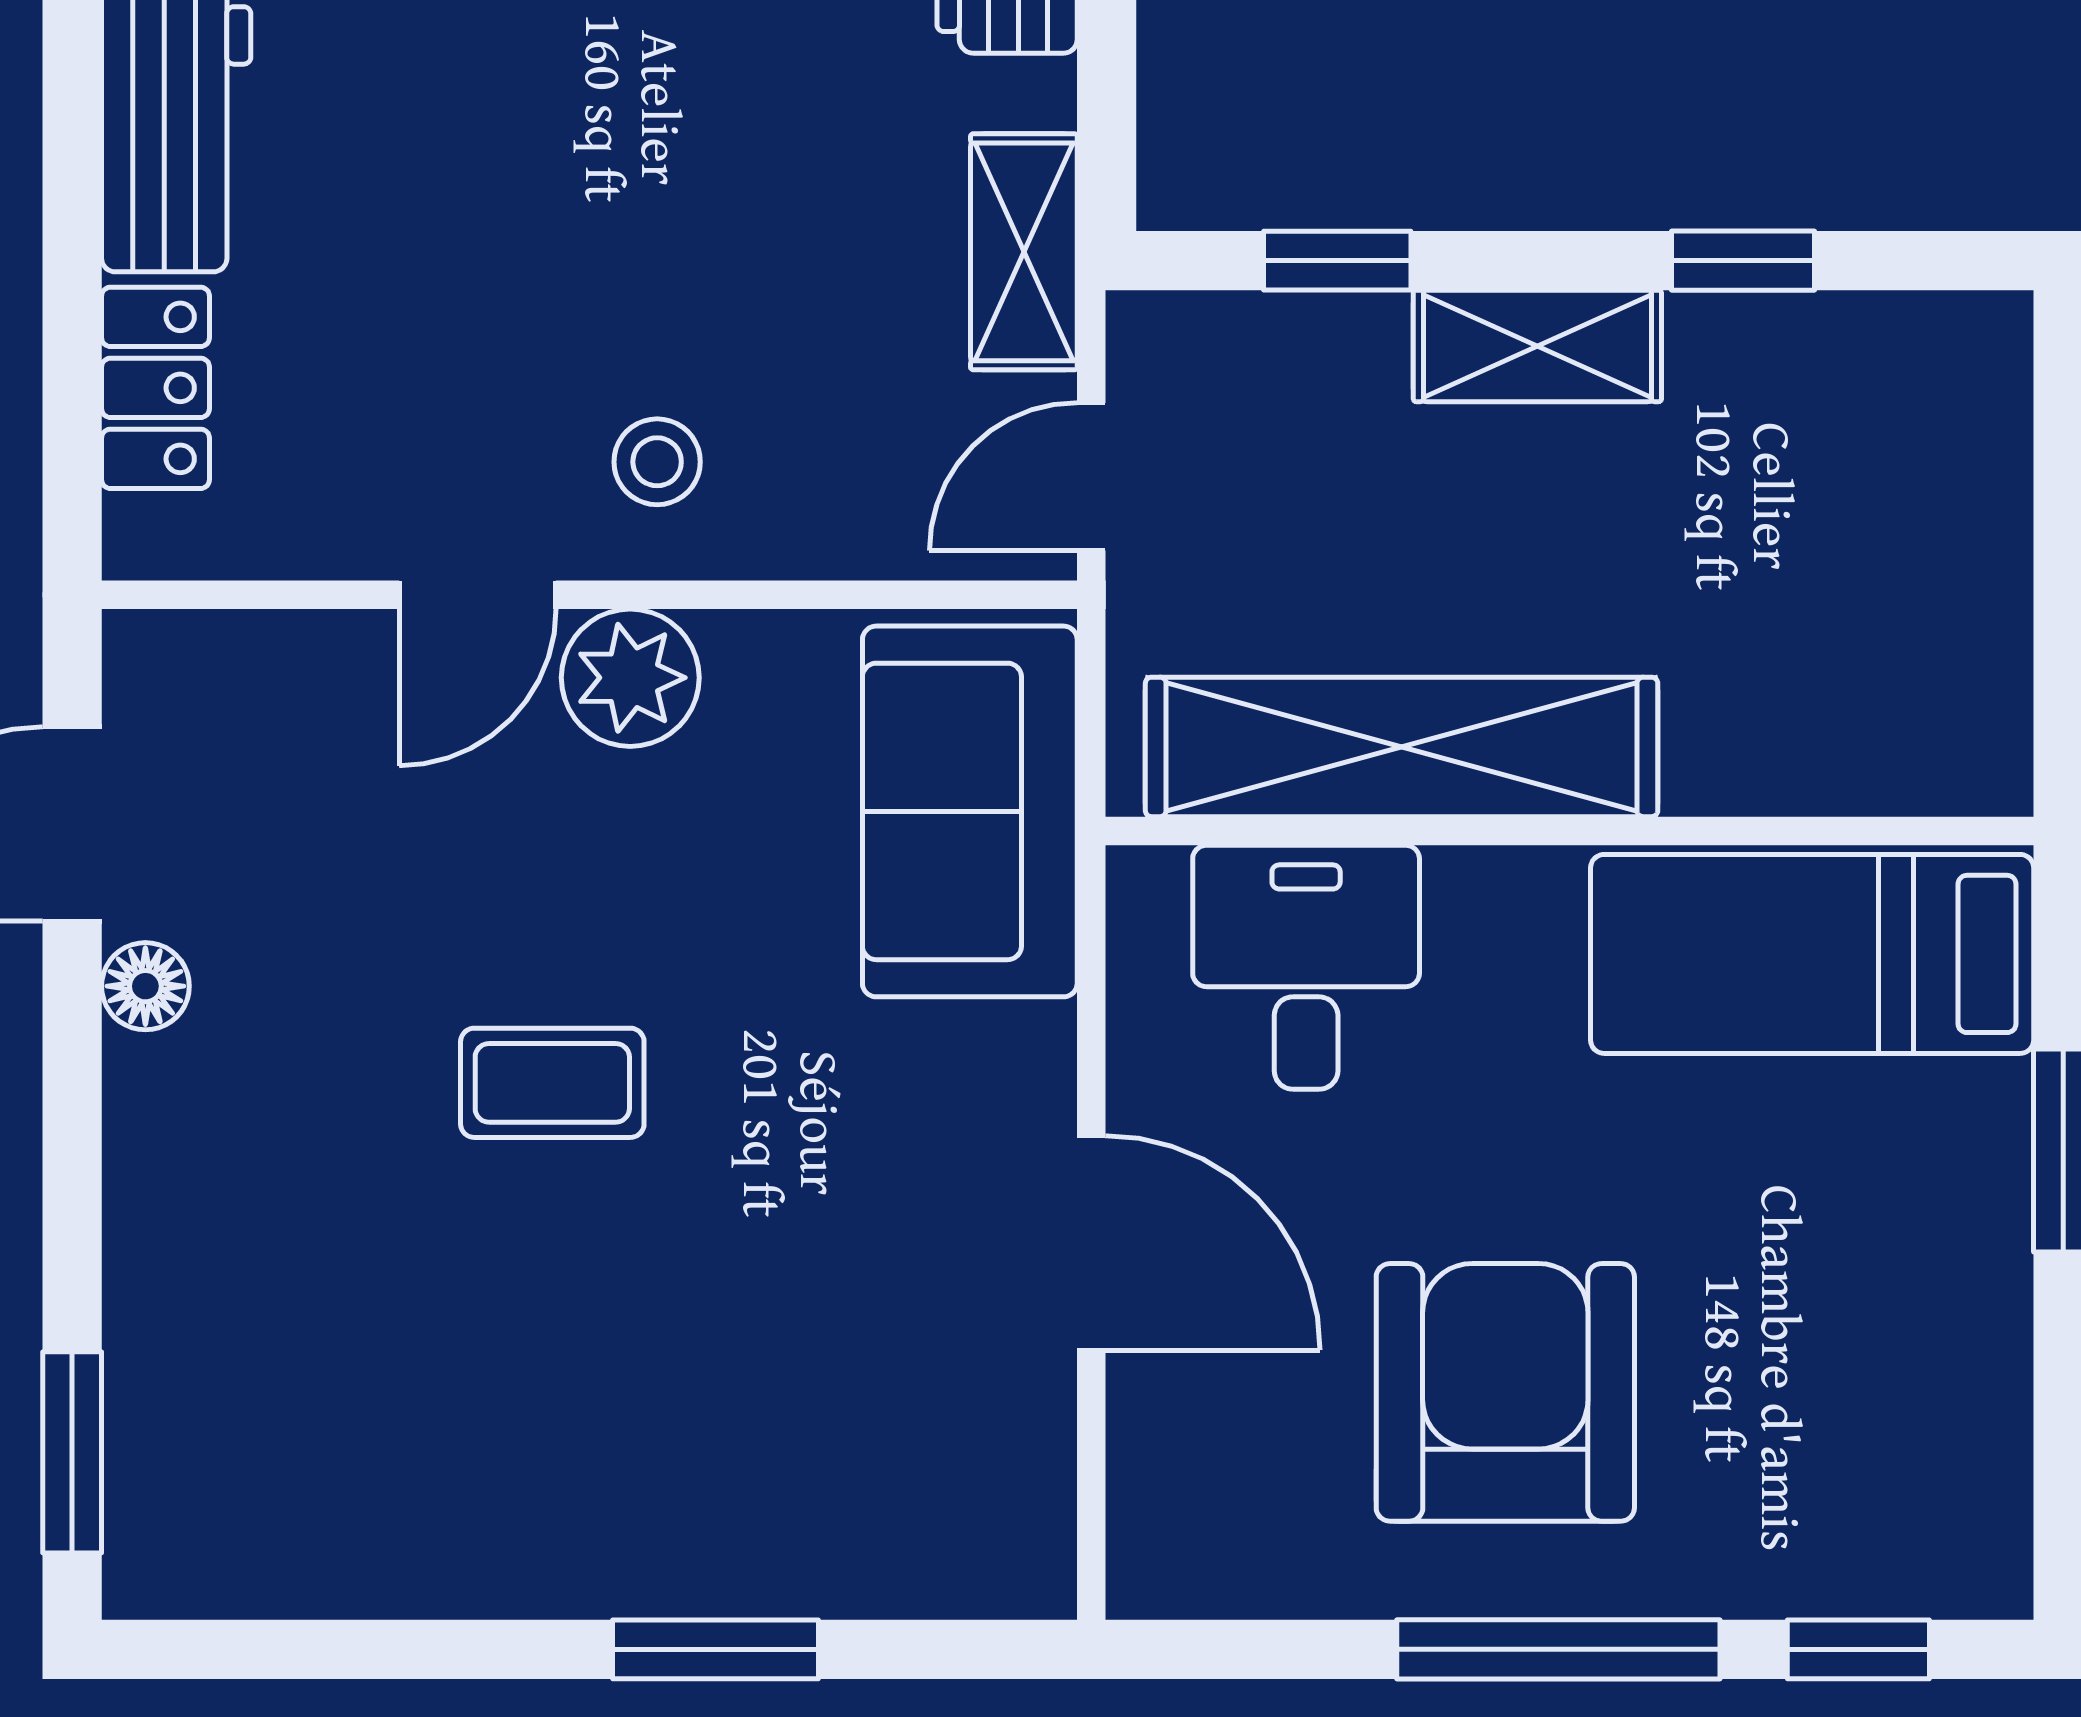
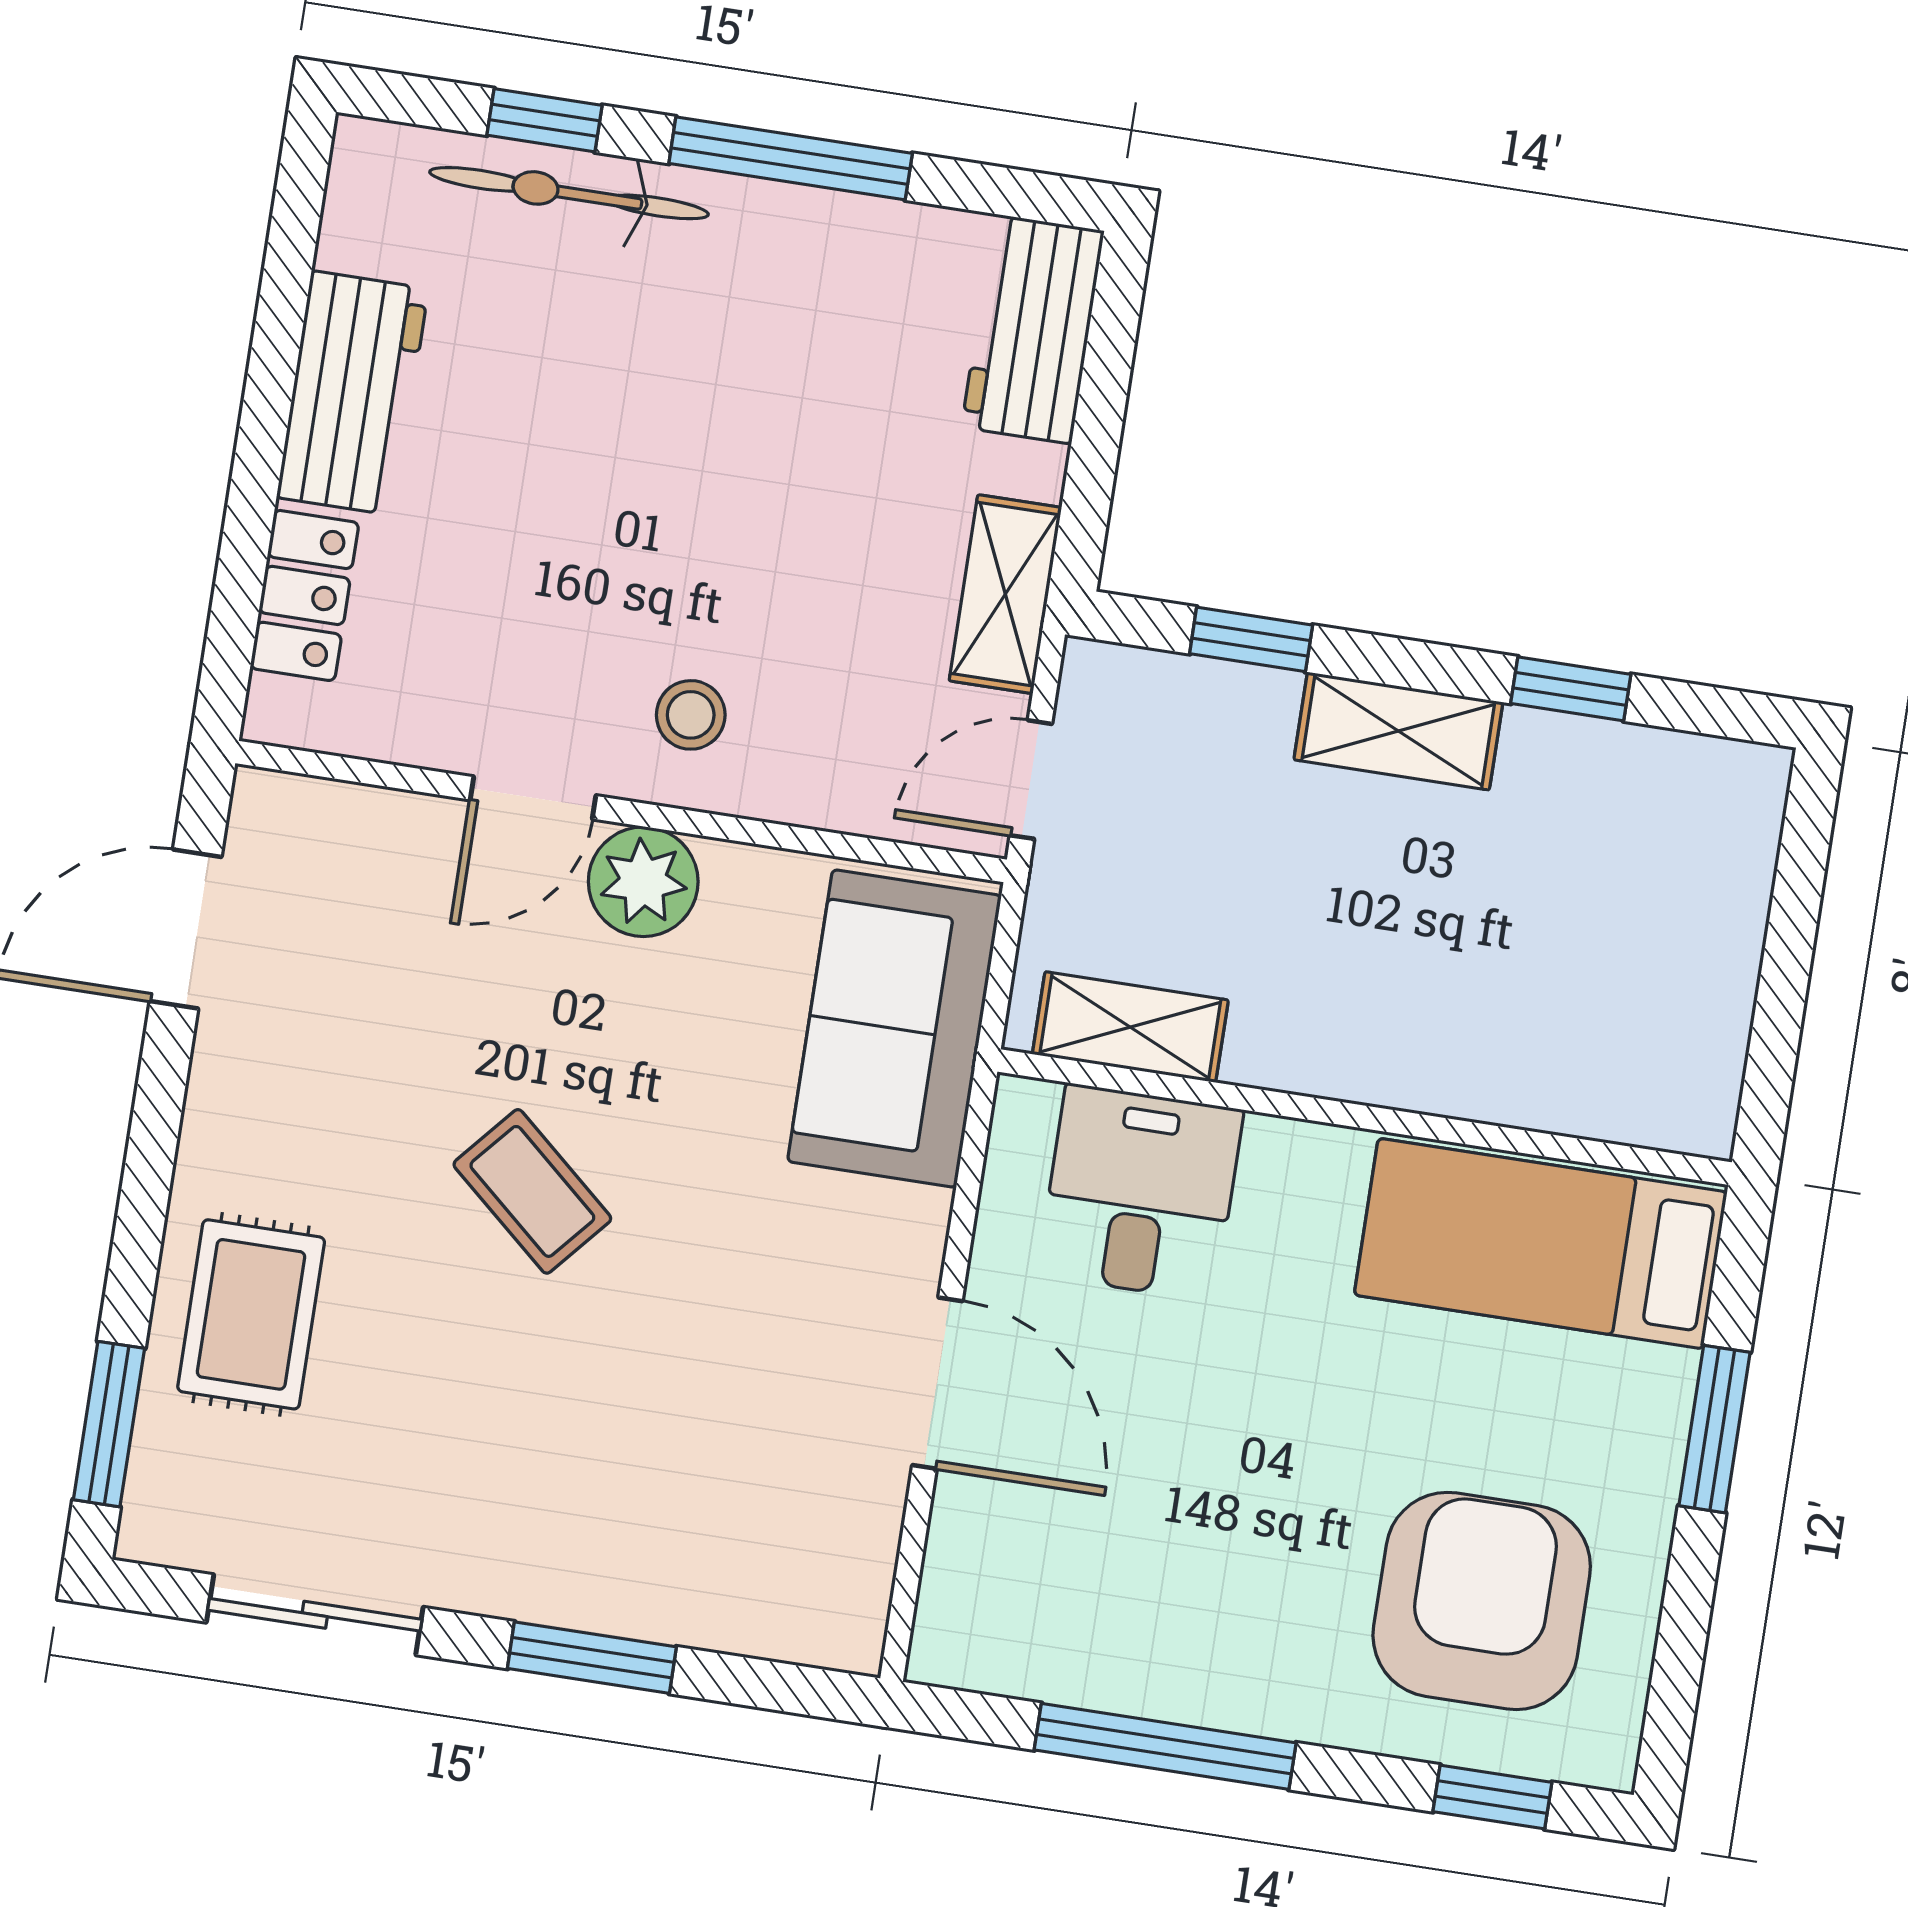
shelving: (1402, 747) -> (1130, 1027), width x0.45, depth x0.75
floor lamp: (145, 986) -> (224, 1066), removed
coffee table: (552, 1083) -> (532, 1191), turned 41
rug: (227, 1289) -> (251, 1314), added
armchair: (1505, 1392) -> (1482, 1601), moved
sliding door: (364, 1649) -> (315, 1615), added
window: (1558, 1649) -> (1165, 1746), moved

